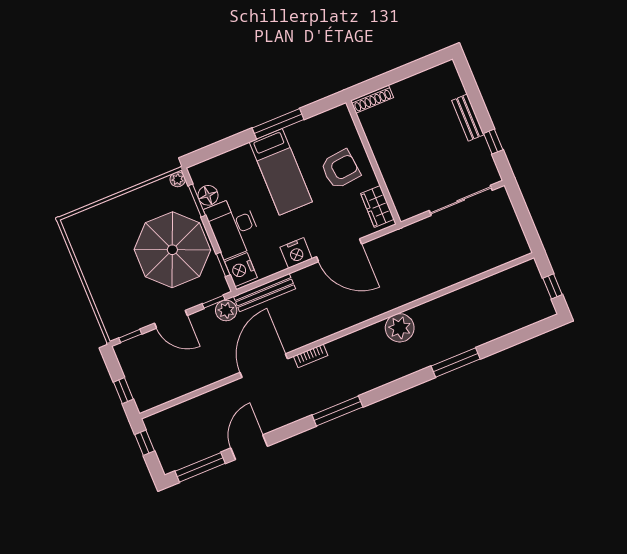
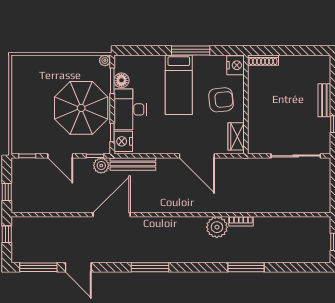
nightstand: (296, 253) -> (235, 65), moved, turned -90
bookcase: (311, 356) -> (241, 221), moved
door: (249, 447) -> (78, 267), swing flipped

